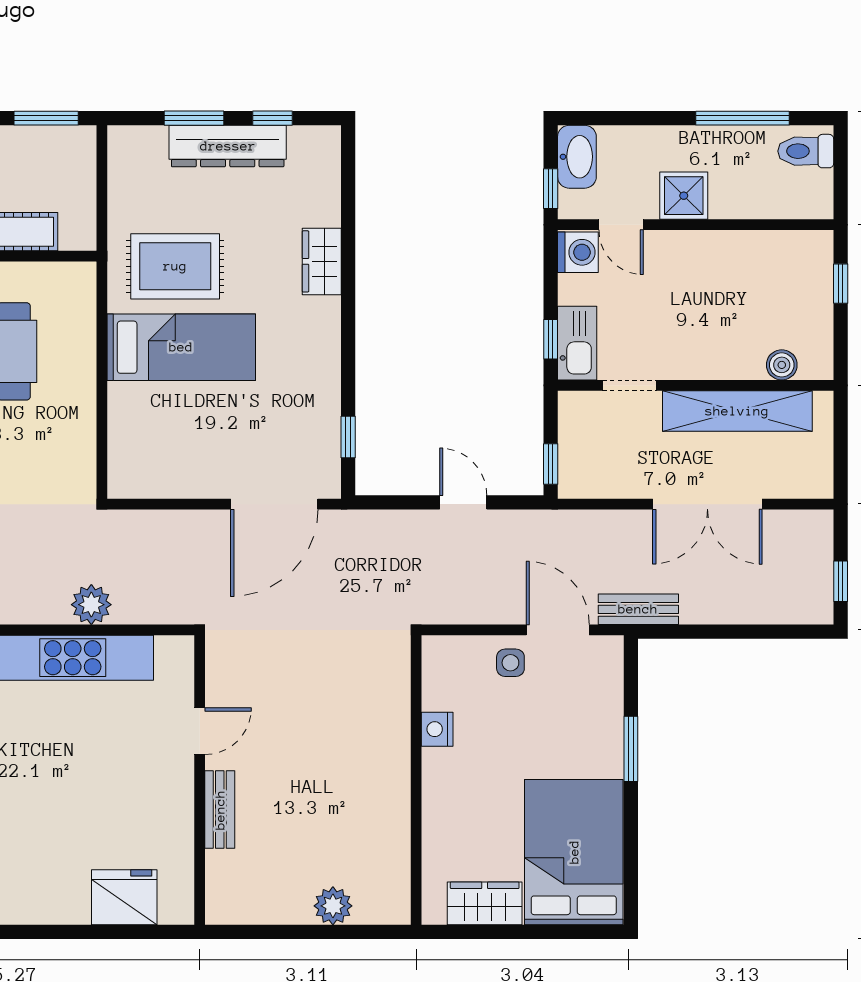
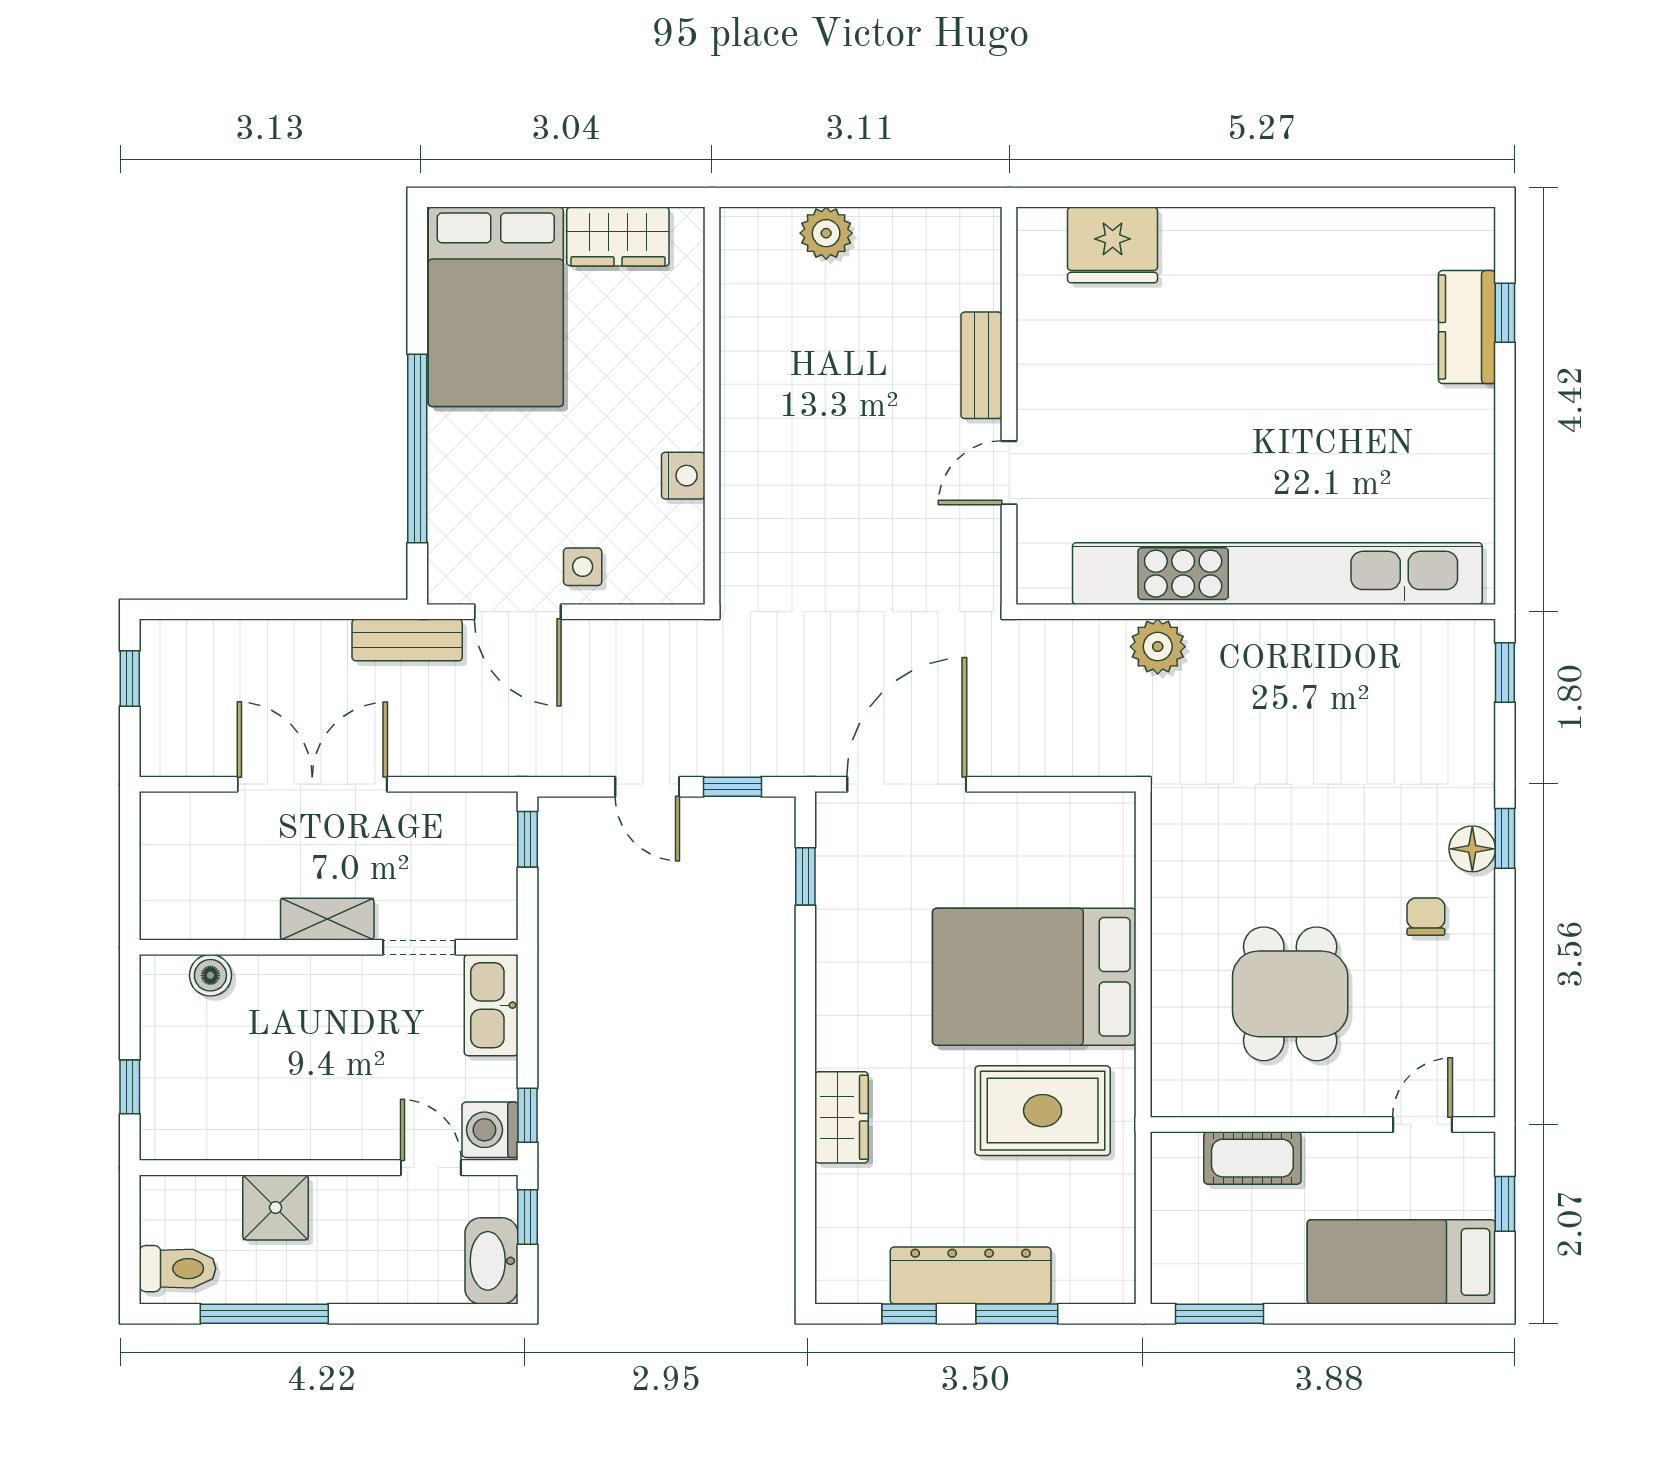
shower: (684, 196) -> (276, 1207), moved
window: (551, 339) -> (527, 1115), moved
bed: (181, 347) -> (1034, 977), width x1.50
shelving: (737, 411) -> (327, 919), width x0.45, depth x0.75
window: (401, 502) -> (732, 787), added
window: (631, 749) -> (417, 449), width x2.11

